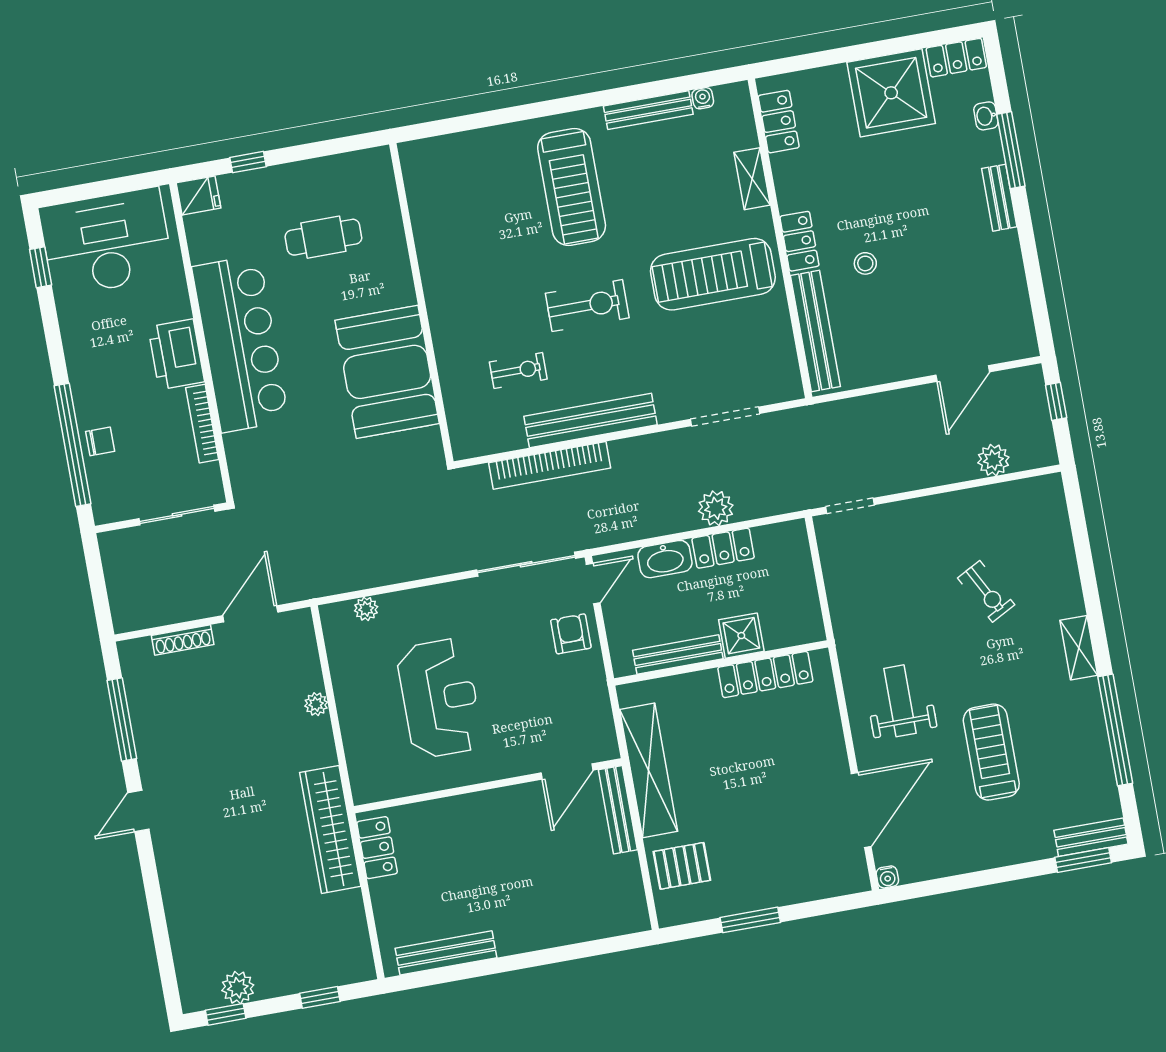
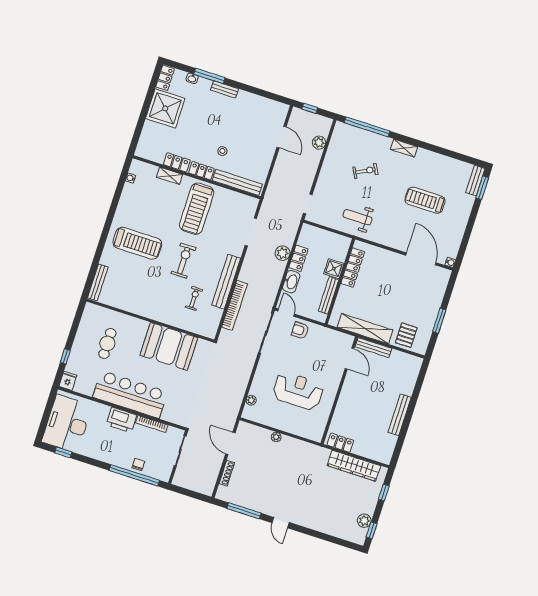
bench: (648, 110) -> (98, 282), moved
locker: (779, 122) -> (177, 162), moved
weight bench: (900, 701) -> (357, 217), moved
window: (1115, 730) -> (367, 127), moved
wardrobe: (330, 829) -> (354, 466), moved
bench: (446, 953) -> (400, 415), moved

